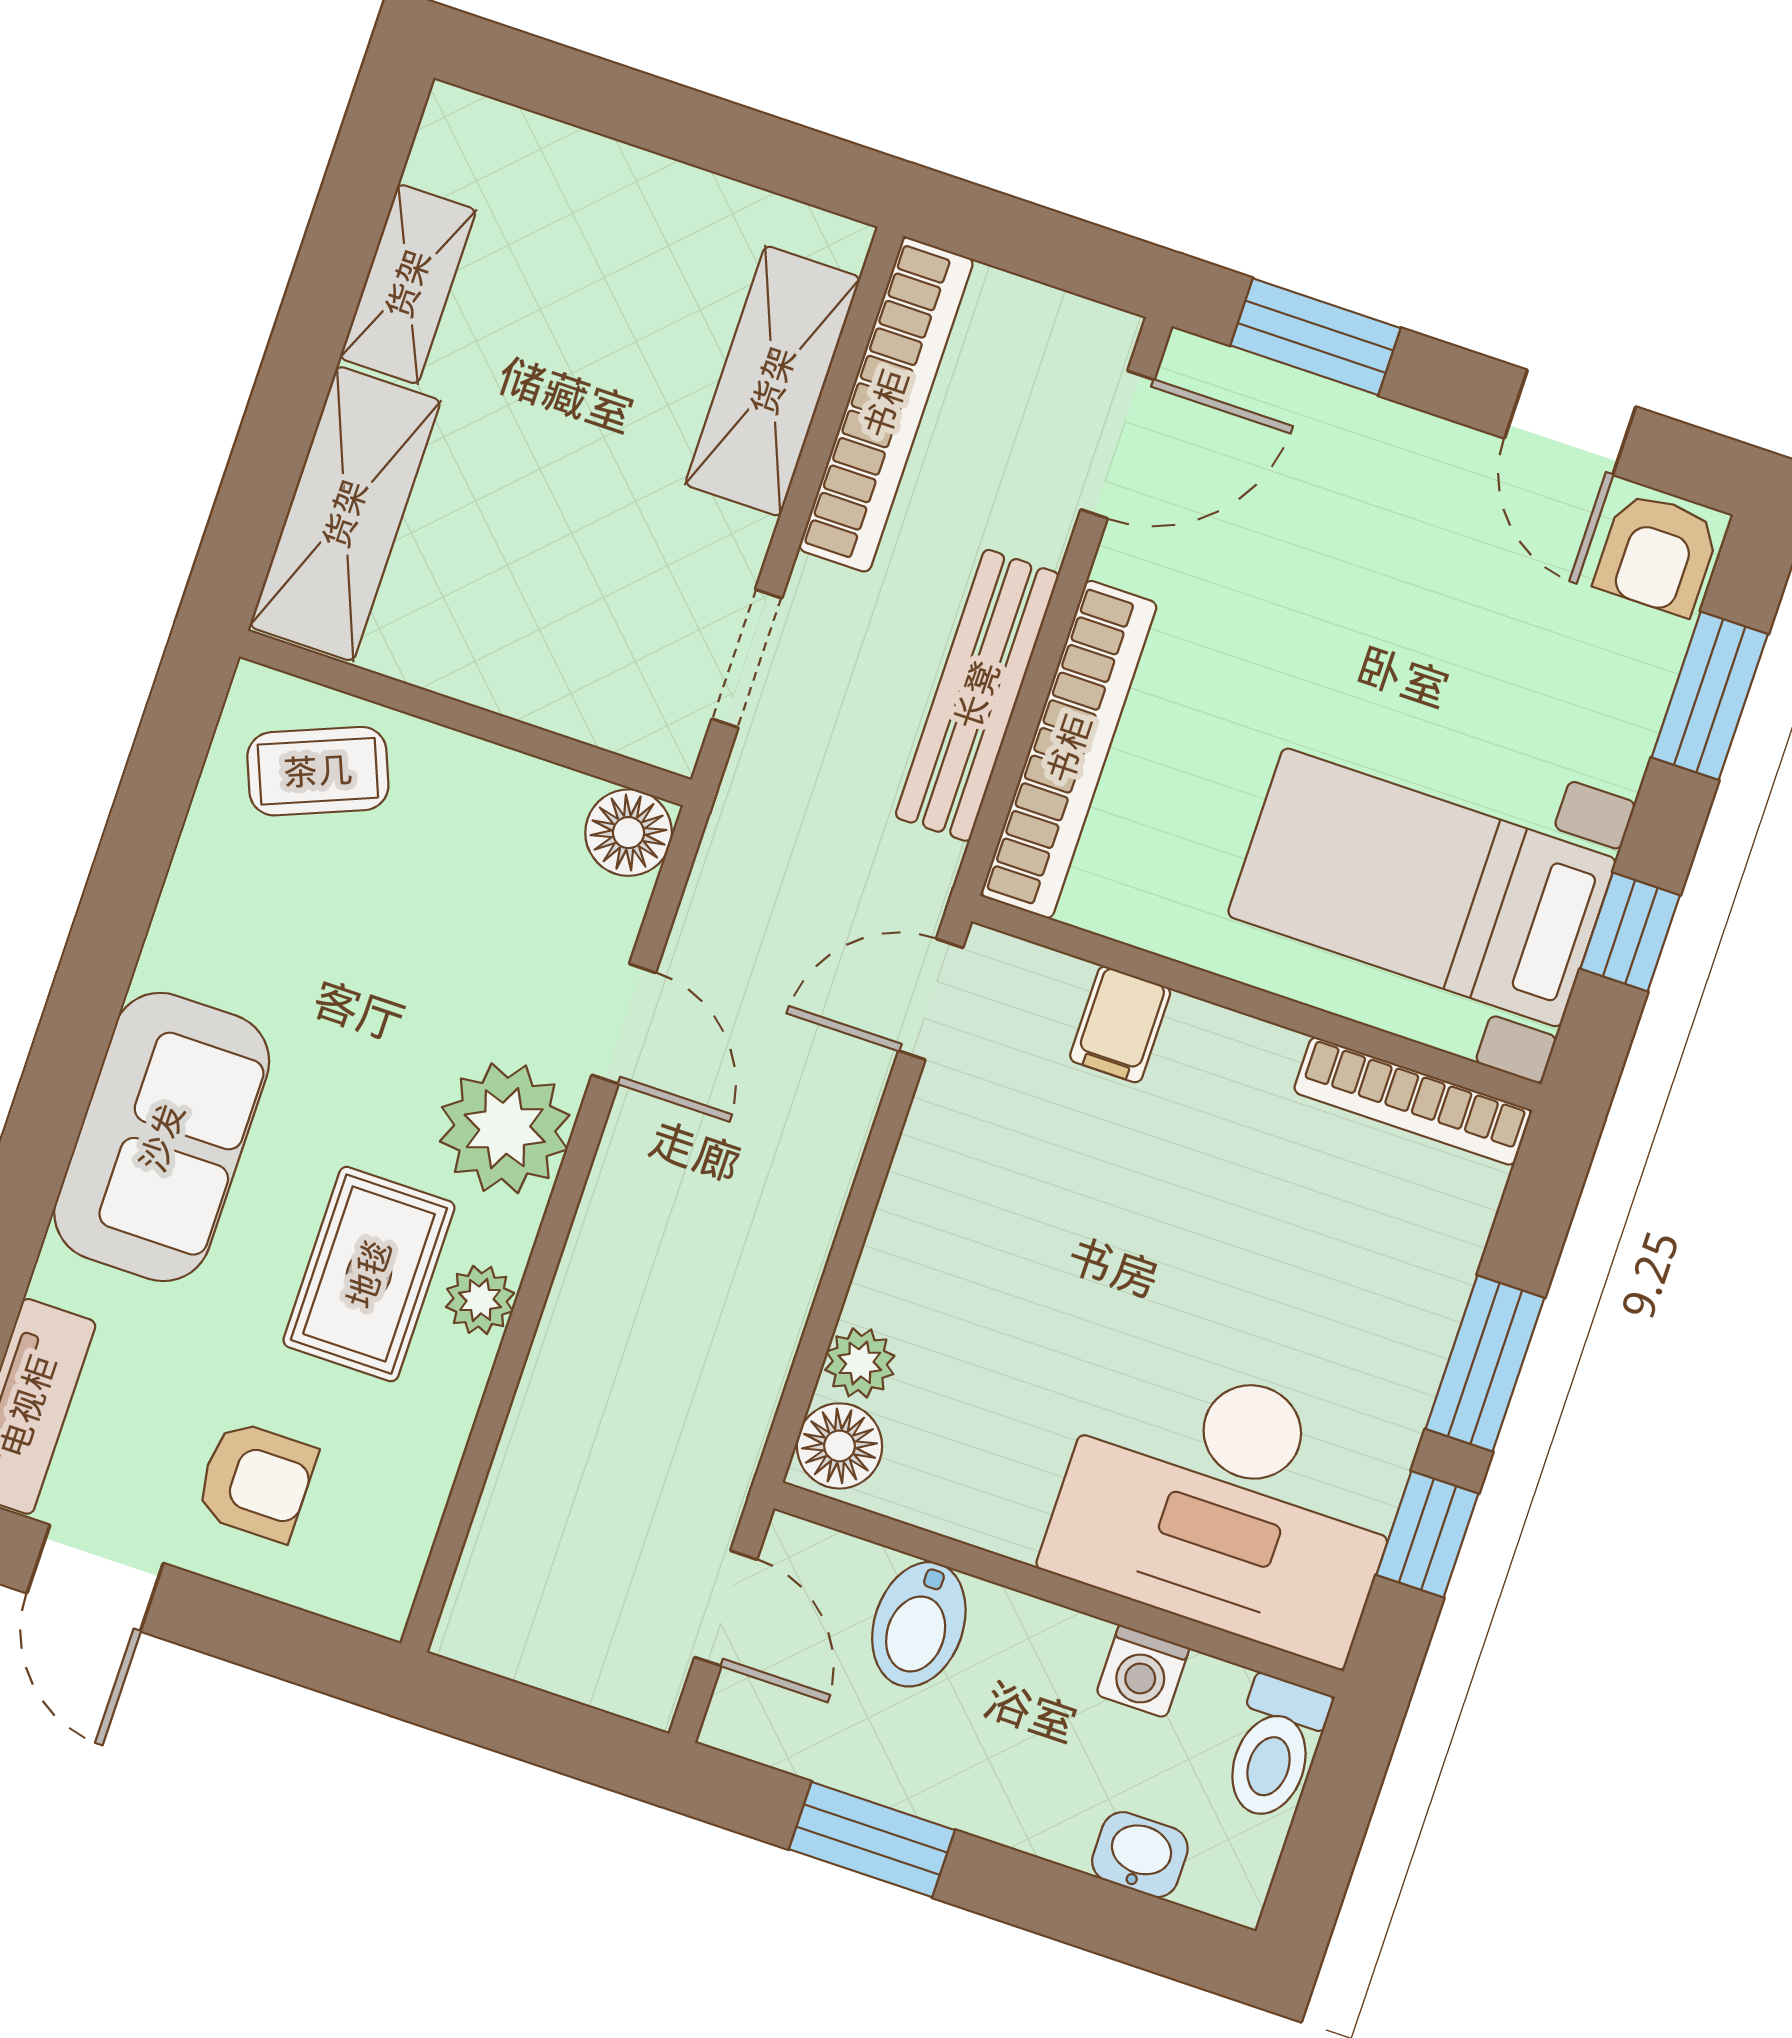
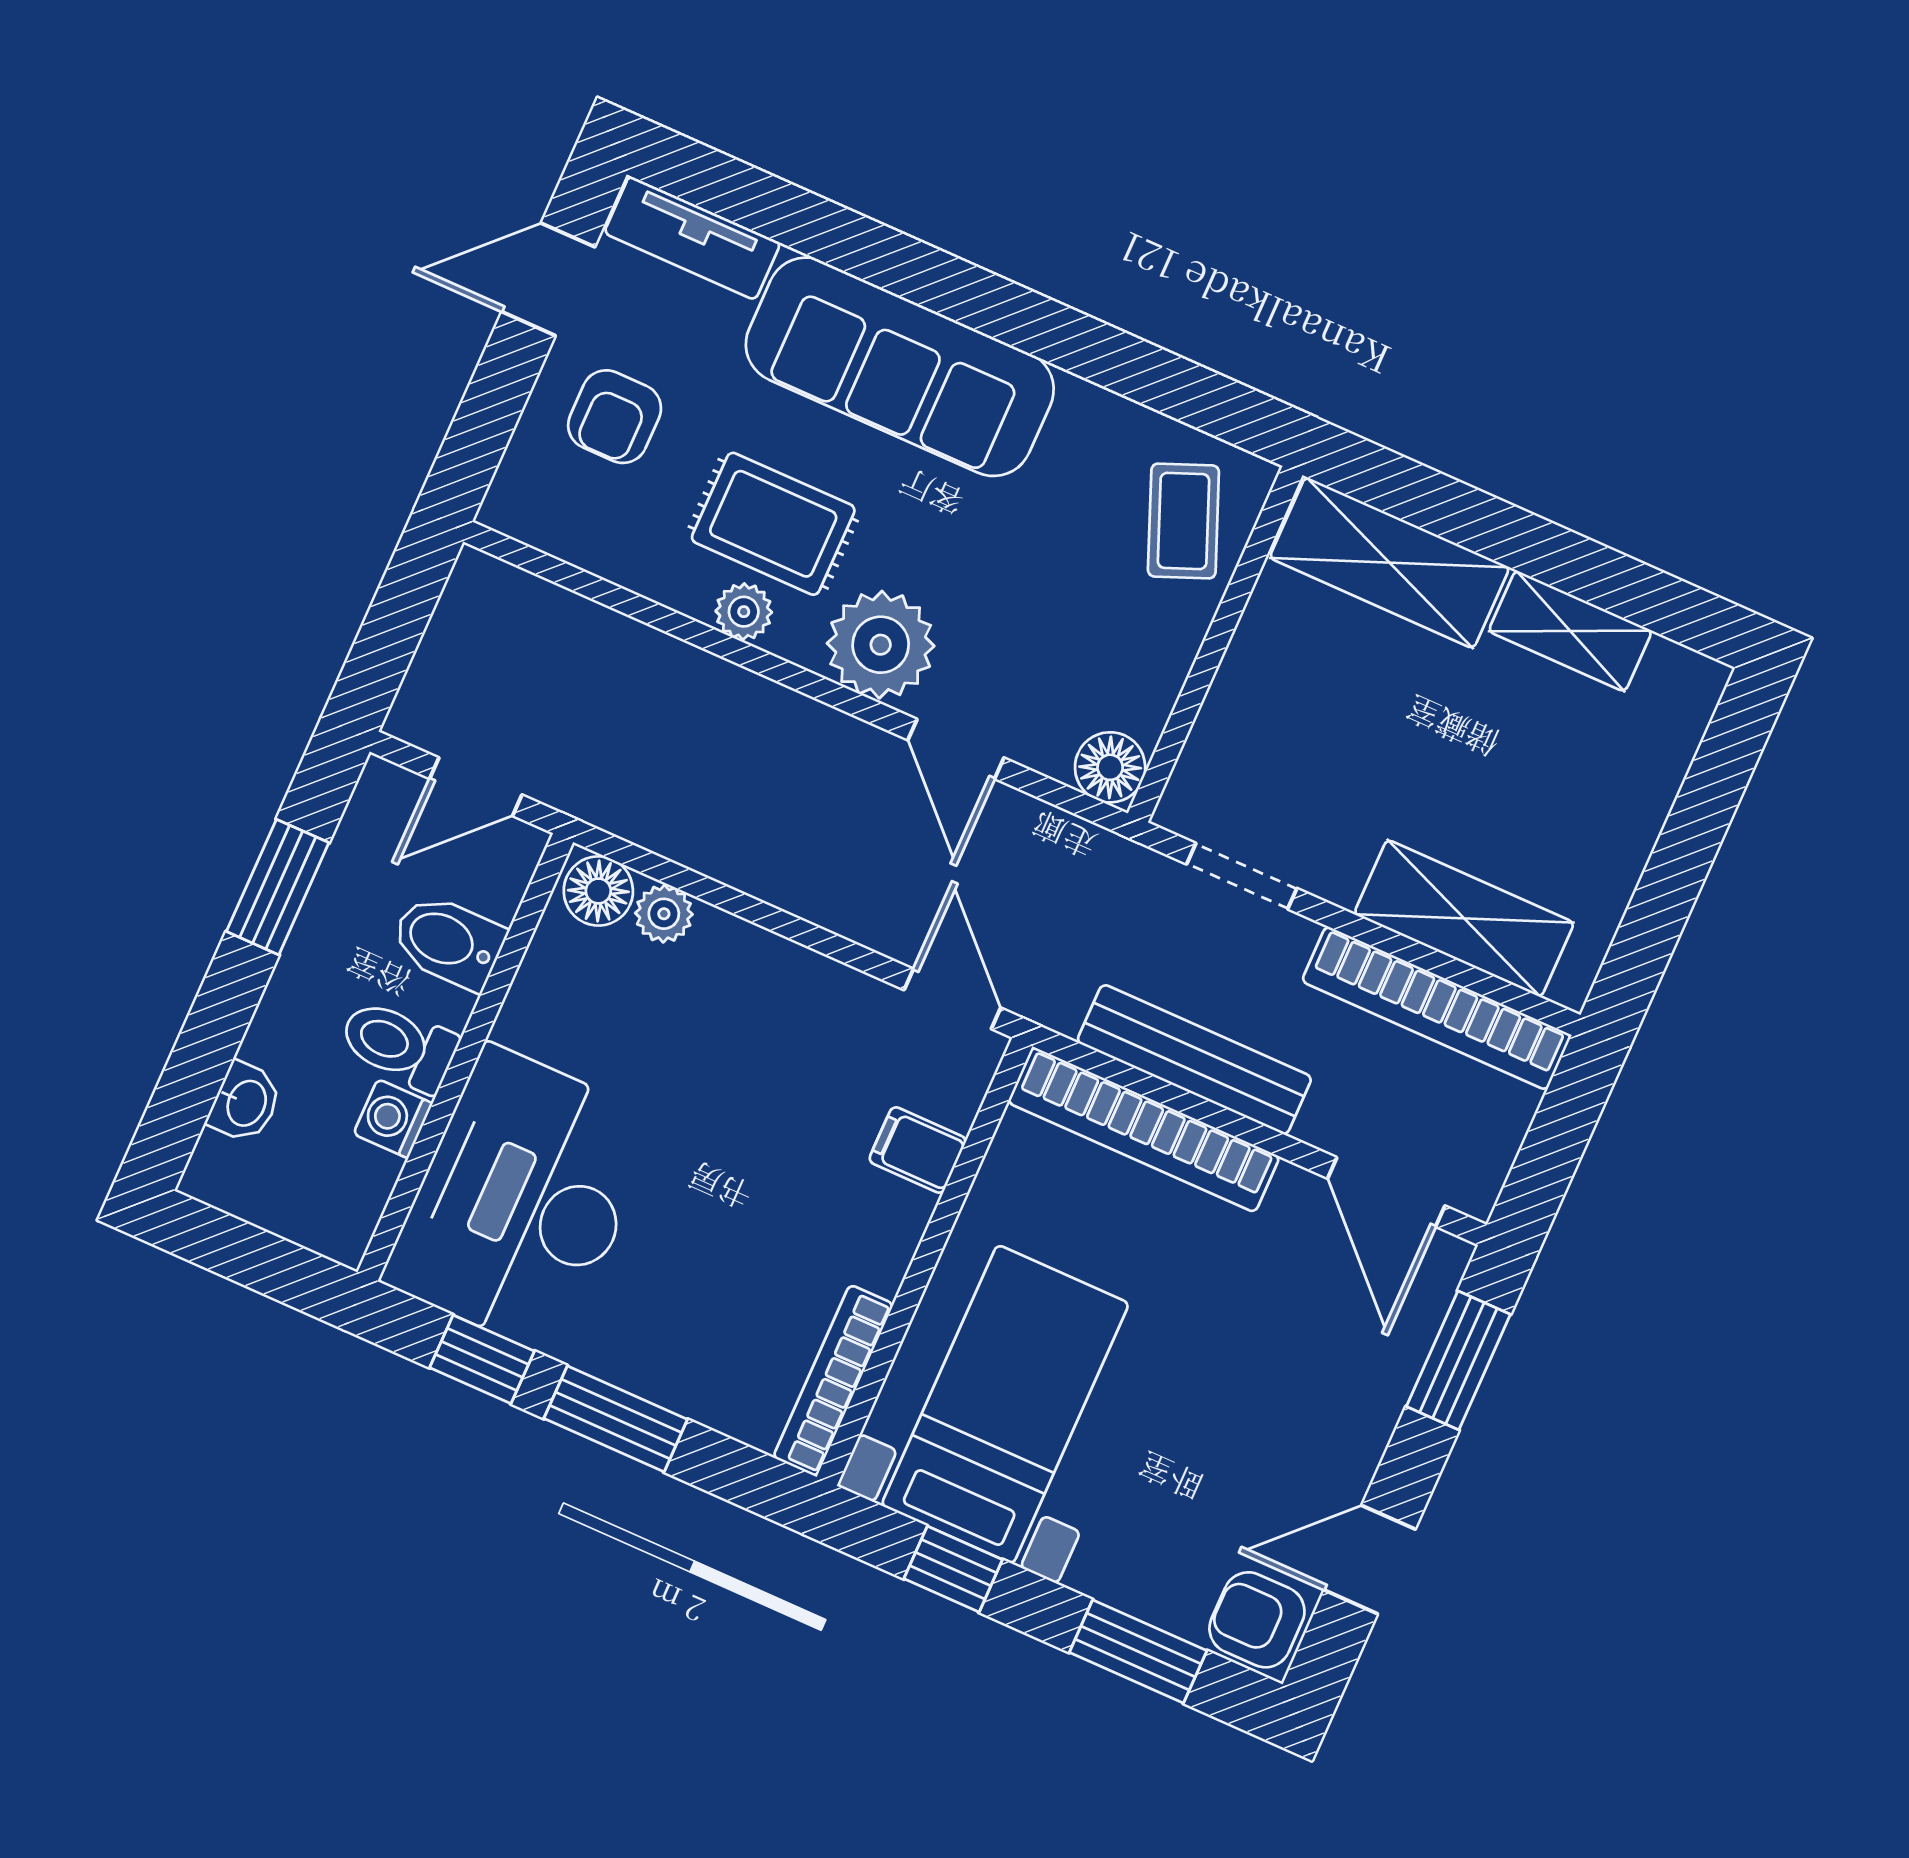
door: (624, 1024) -> (956, 749), hinge flipped
sofa: (162, 1137) -> (900, 367), width x1.36
toilet: (1275, 1748) -> (399, 1045), moved

